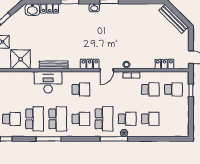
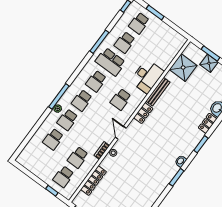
locker: (90, 64) -> (143, 113), moved
locker: (164, 64) -> (93, 181), width x1.53
school desk: (35, 119) -> (125, 42), width x0.54
school desk: (104, 119) -> (82, 100), width x0.54

